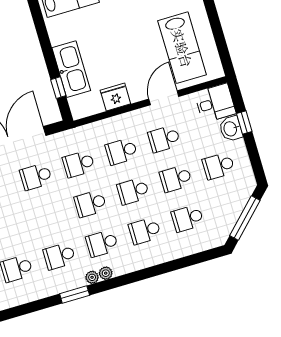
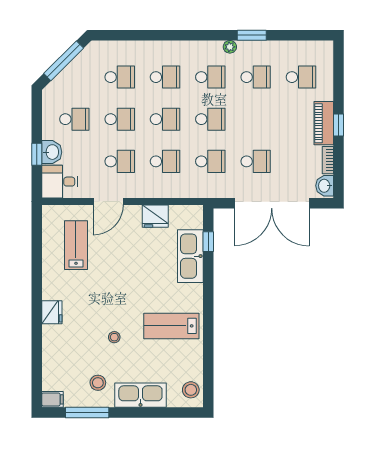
lab bench: (182, 48) -> (76, 245), width x0.73, depth x0.72
plant: (106, 273) -> (215, 47), removed

